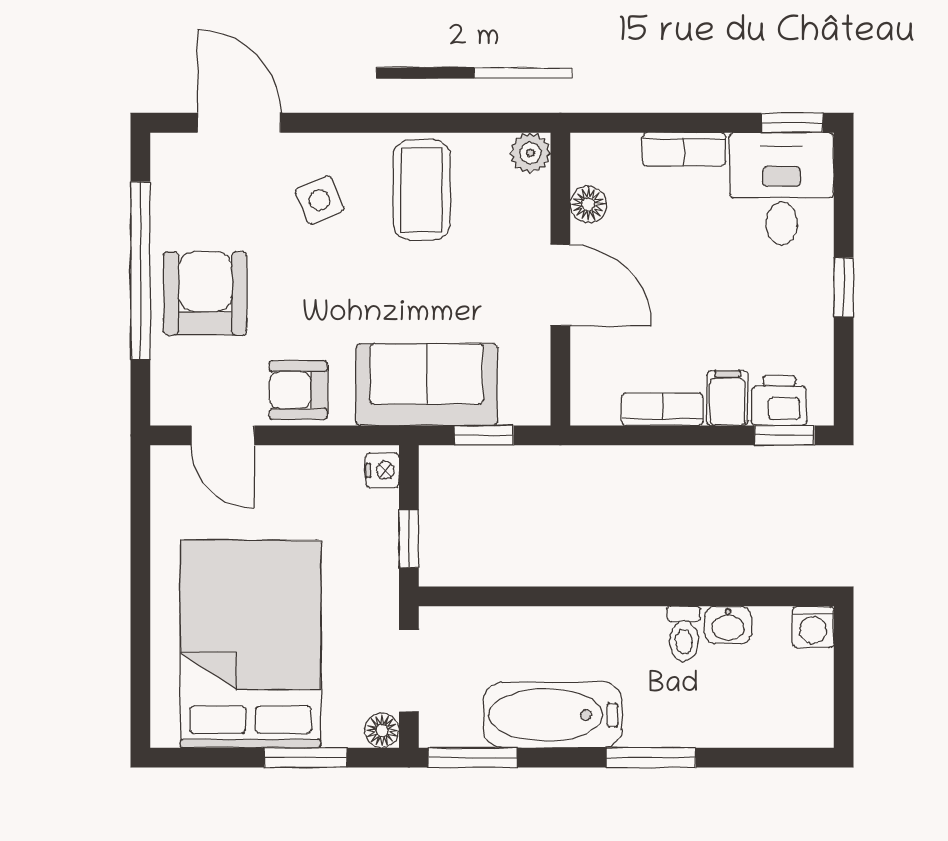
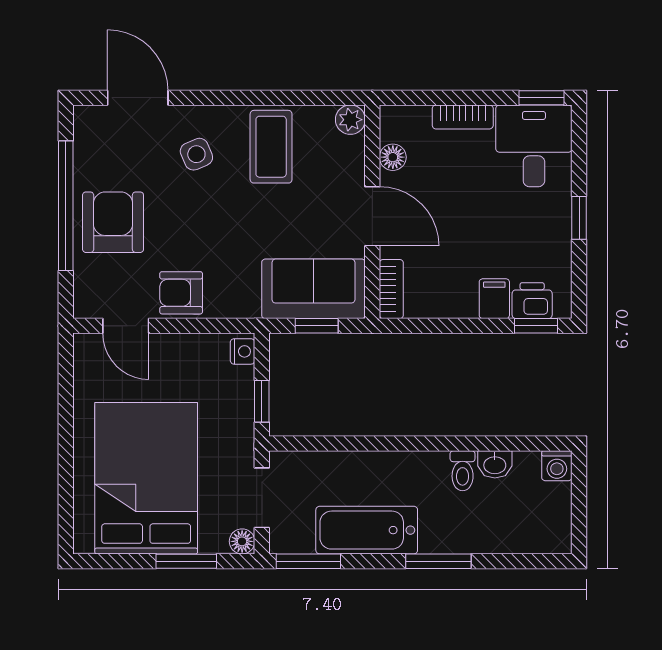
sofa: (427, 385) -> (313, 289), moved
bookcase: (662, 409) -> (391, 289), moved, turned 90

